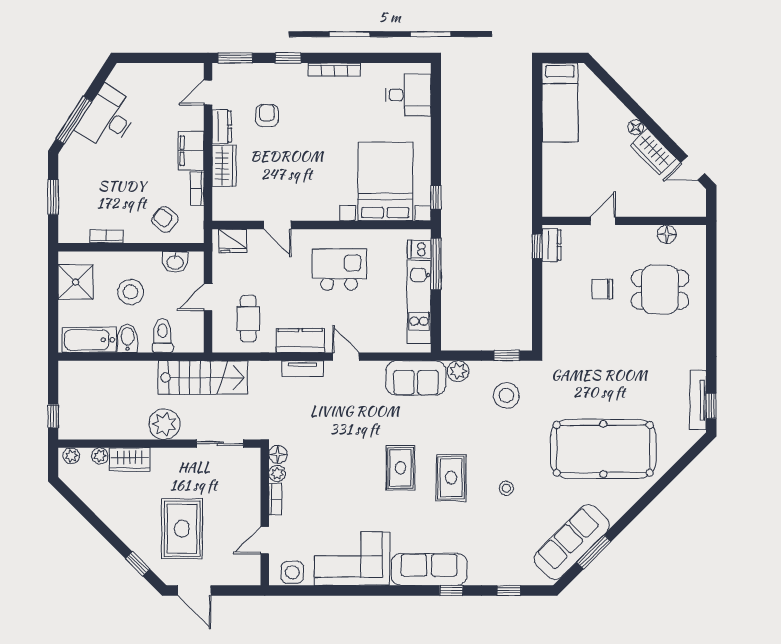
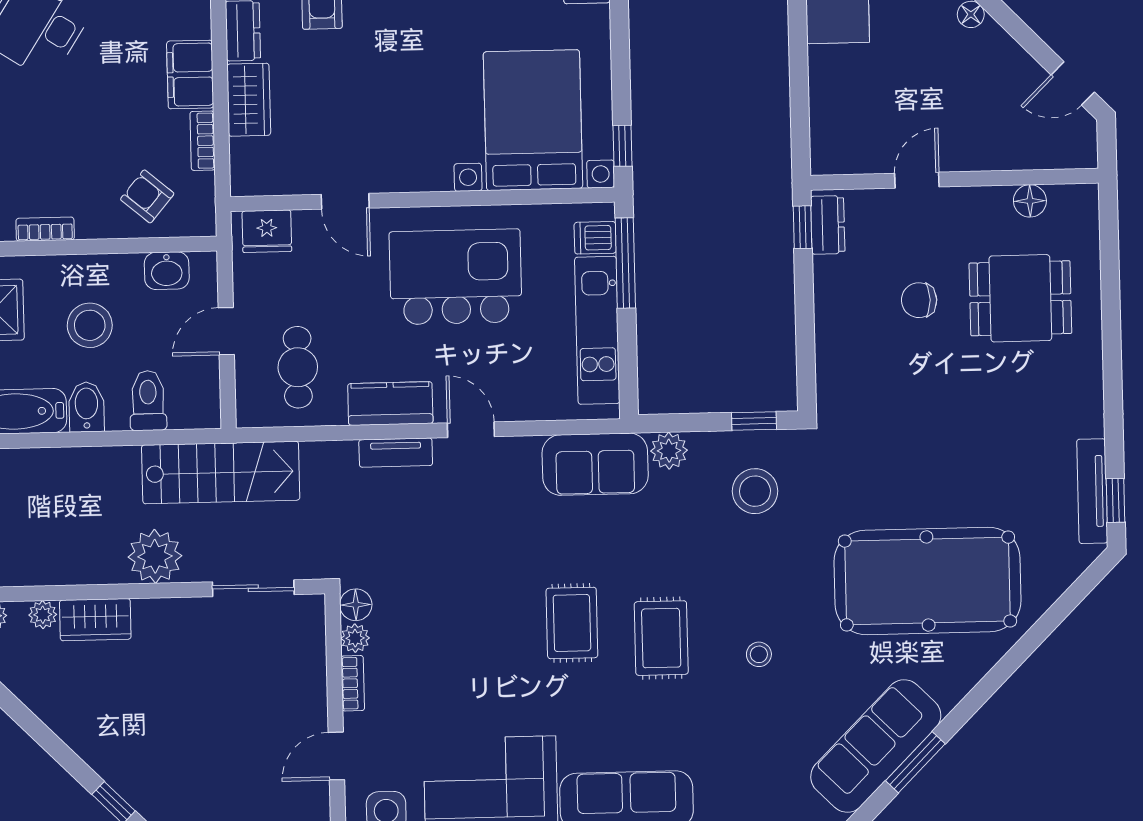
wardrobe: (653, 152) -> (1003, 57), removed
kitchen island: (339, 269) -> (456, 277), width x1.37, depth x1.28
rug: (182, 529) -> (190, 739), removed

